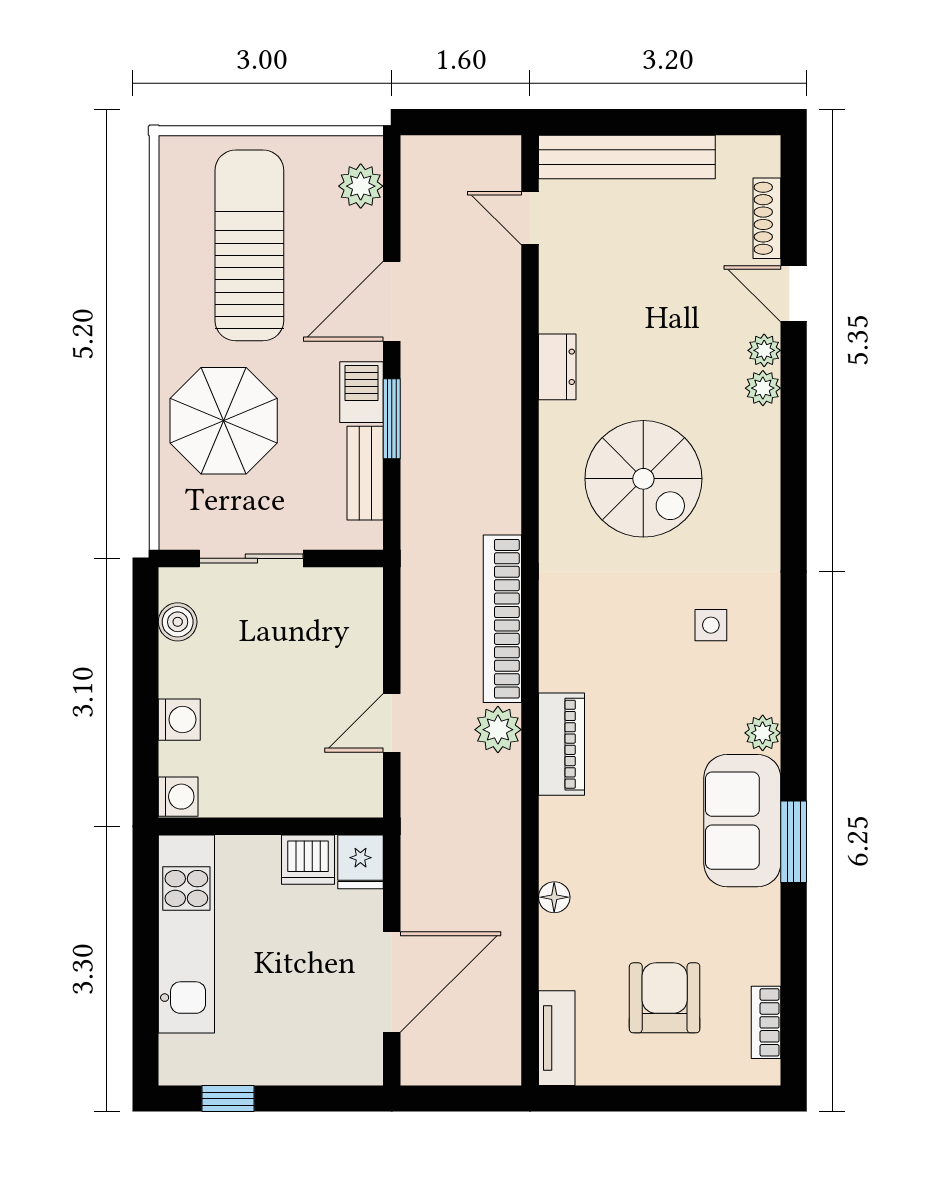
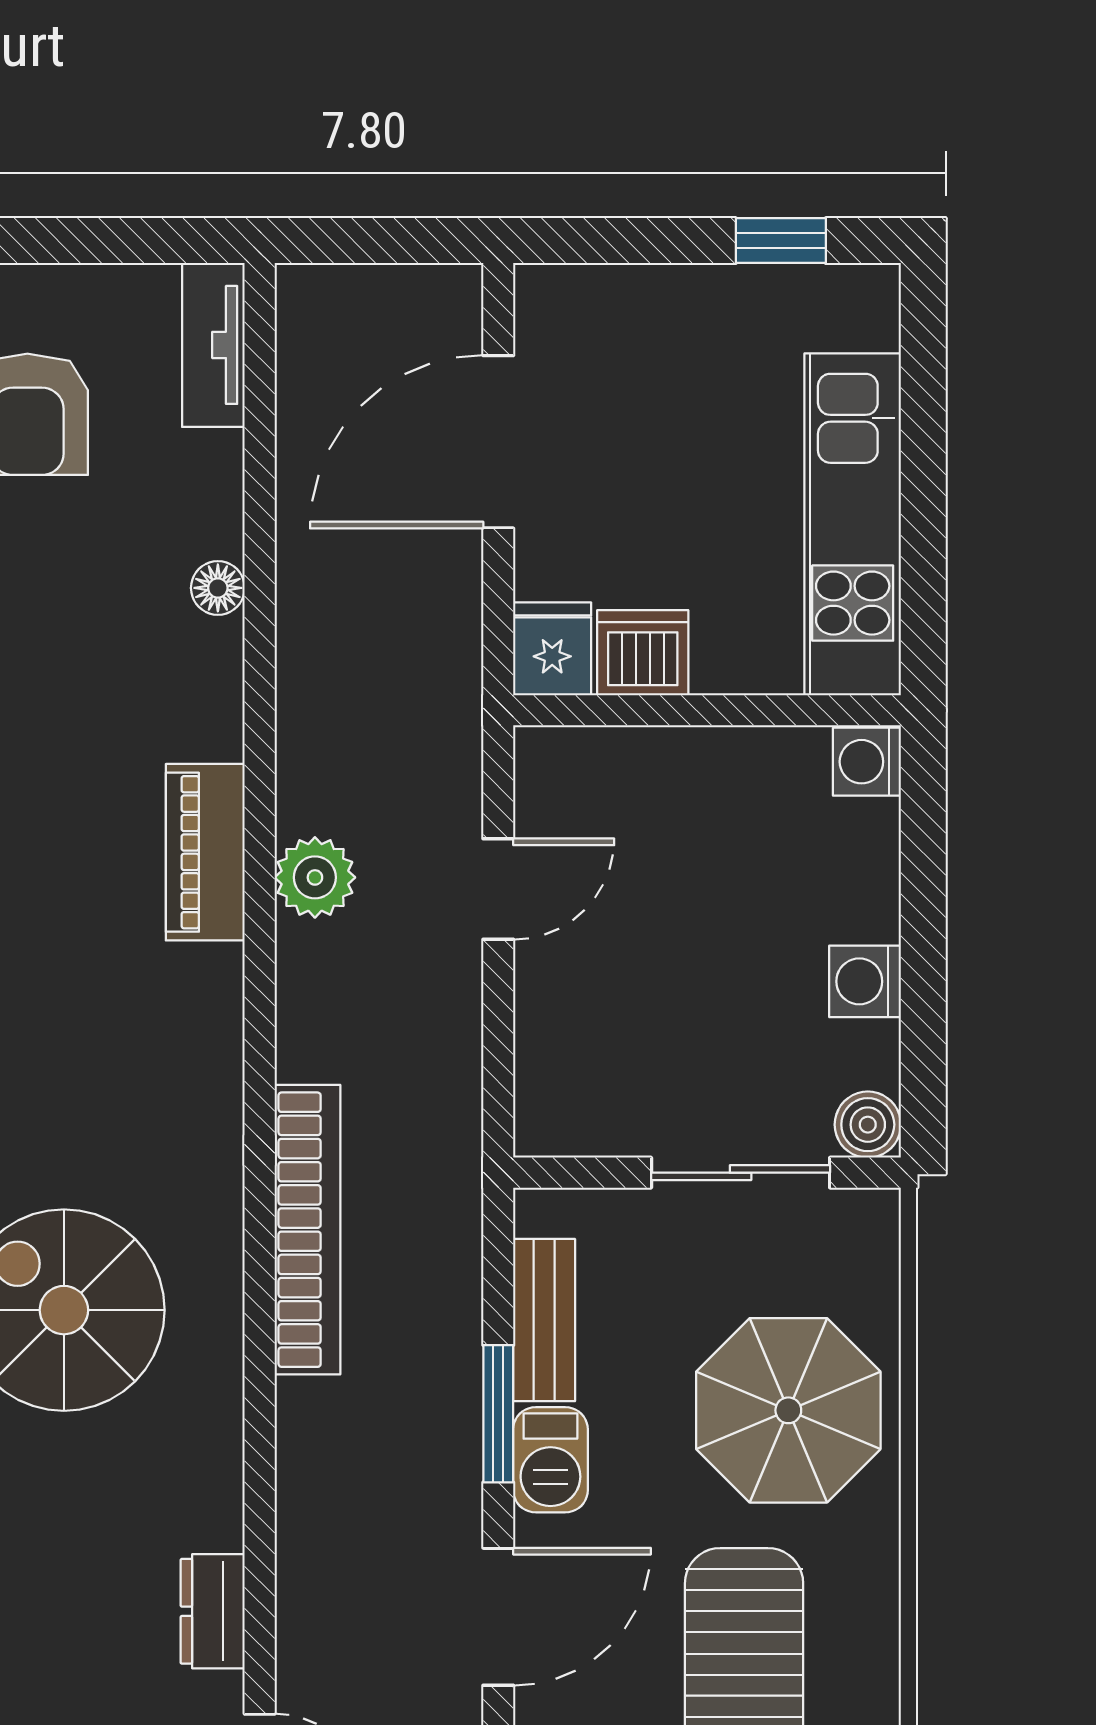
dresser: (557, 367) -> (213, 1611), moved
bookcase: (502, 619) -> (307, 1230), moved
boiler: (178, 622) -> (868, 1125), moved
washing machine: (179, 720) -> (865, 981), moved

